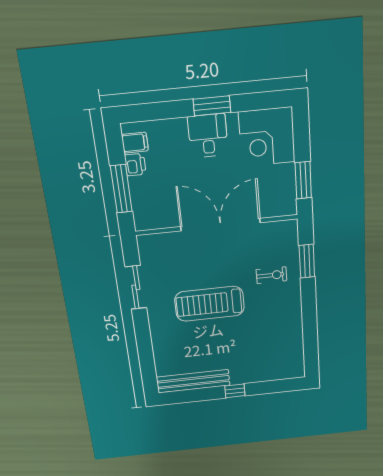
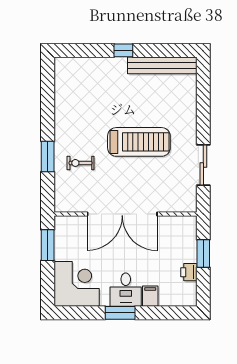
filing cabinet: (135, 143) -> (150, 296), moved, turned 90
window: (121, 189) -> (203, 253), width x0.69
window: (307, 261) -> (48, 157), moved

